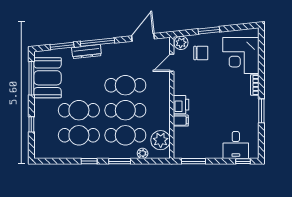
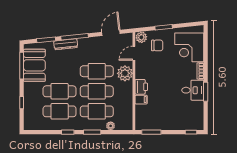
plant: (161, 140) -> (125, 73), moved
desk: (236, 145) -> (193, 90), moved, turned -90

